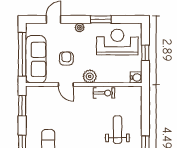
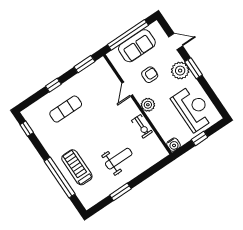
window: (101, 19) -> (194, 68), moved
plant: (80, 28) -> (180, 71), width x1.88, depth x1.88
sofa: (36, 59) -> (137, 46), width x0.73

